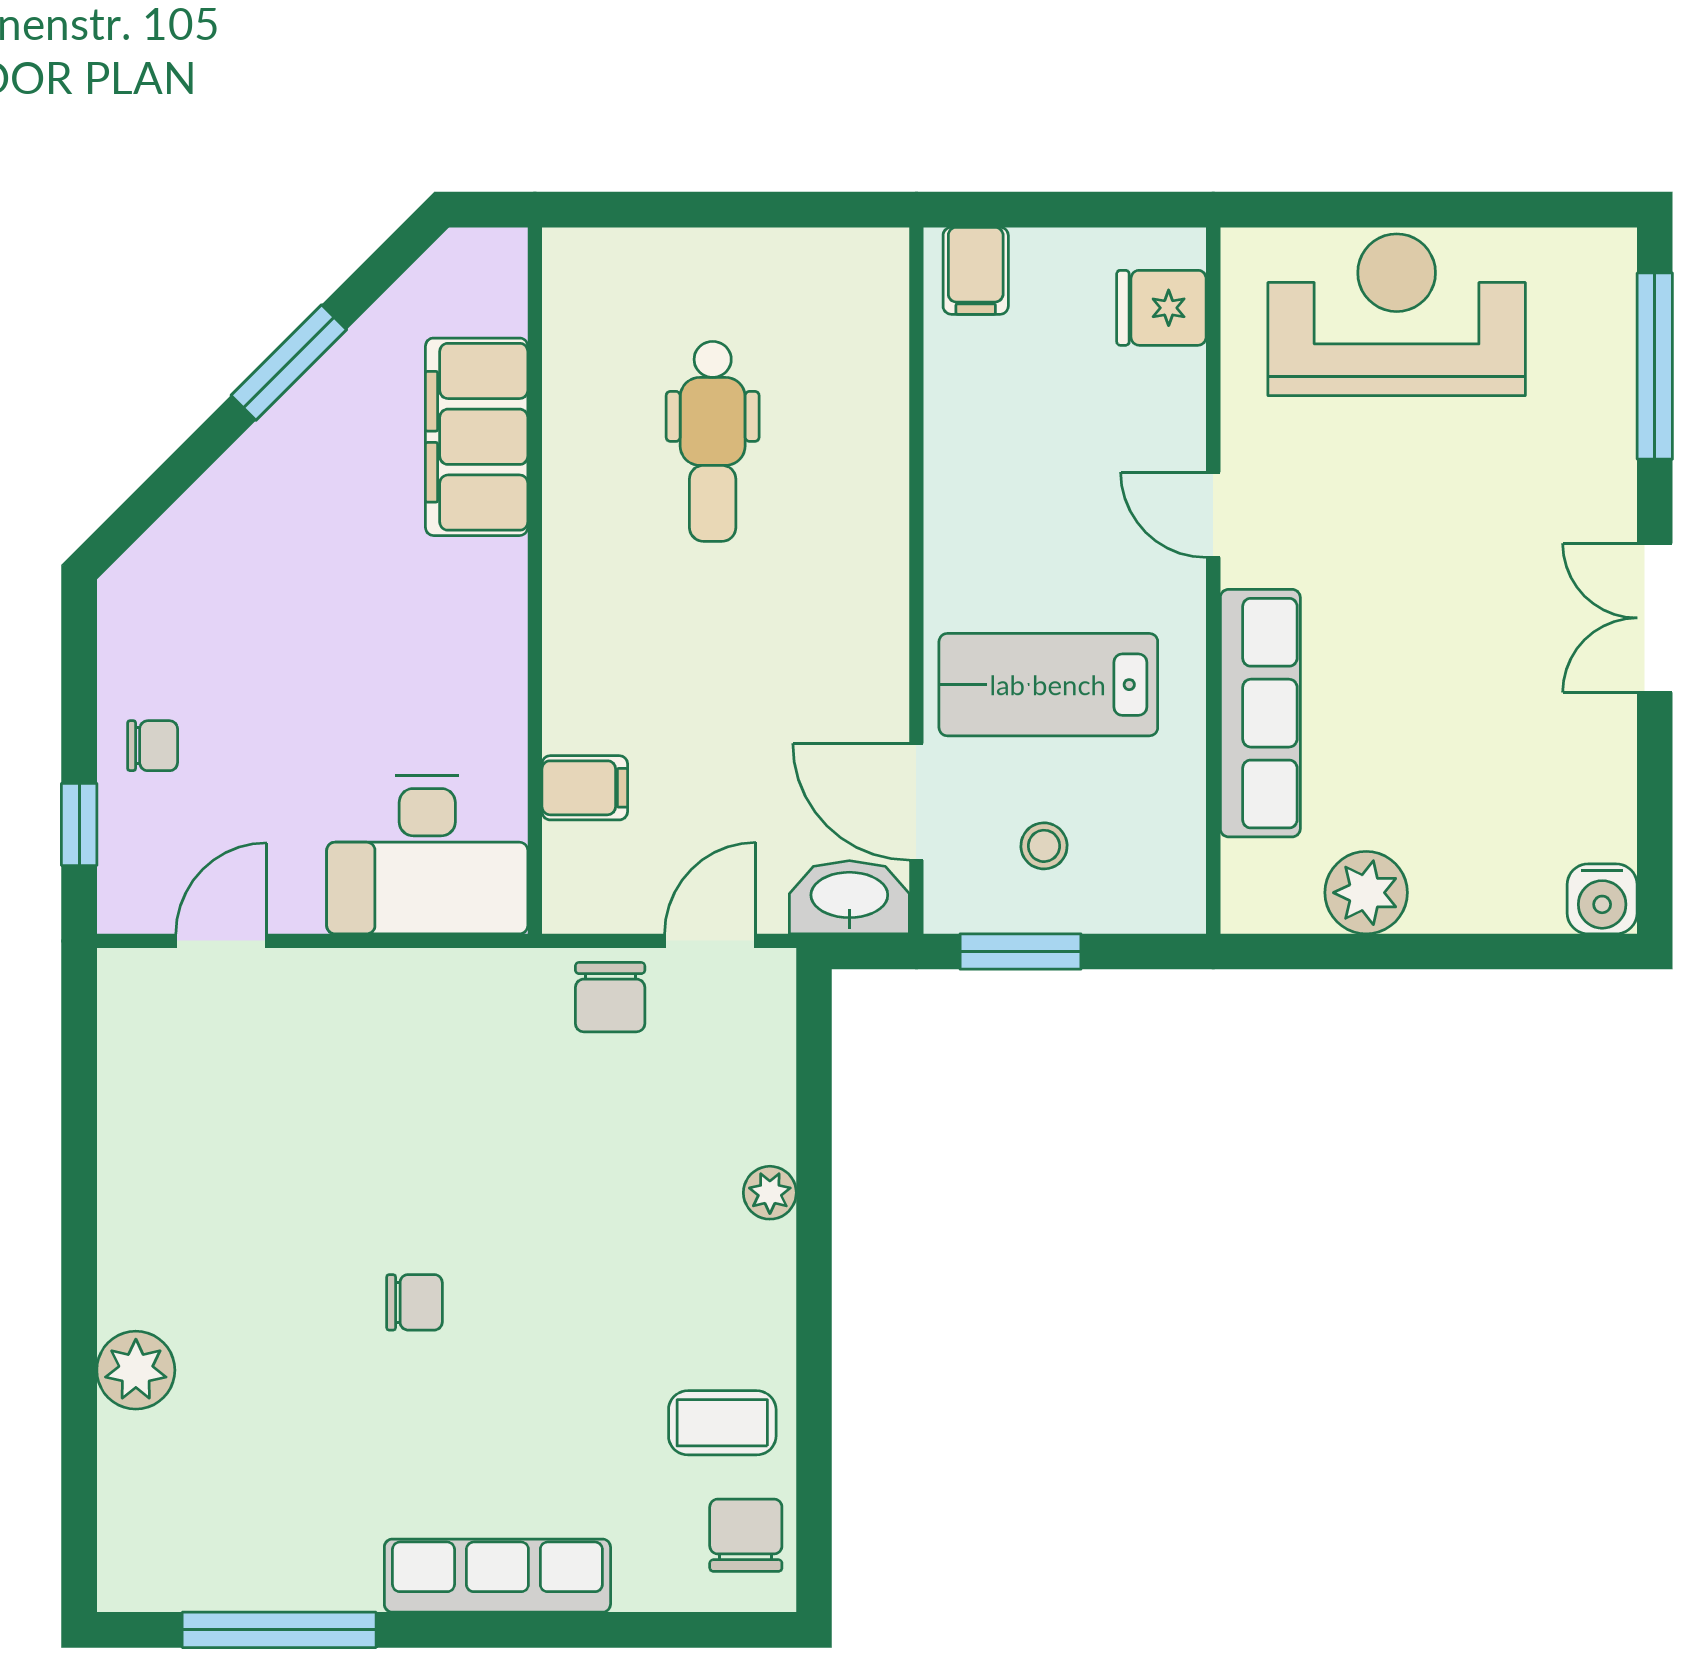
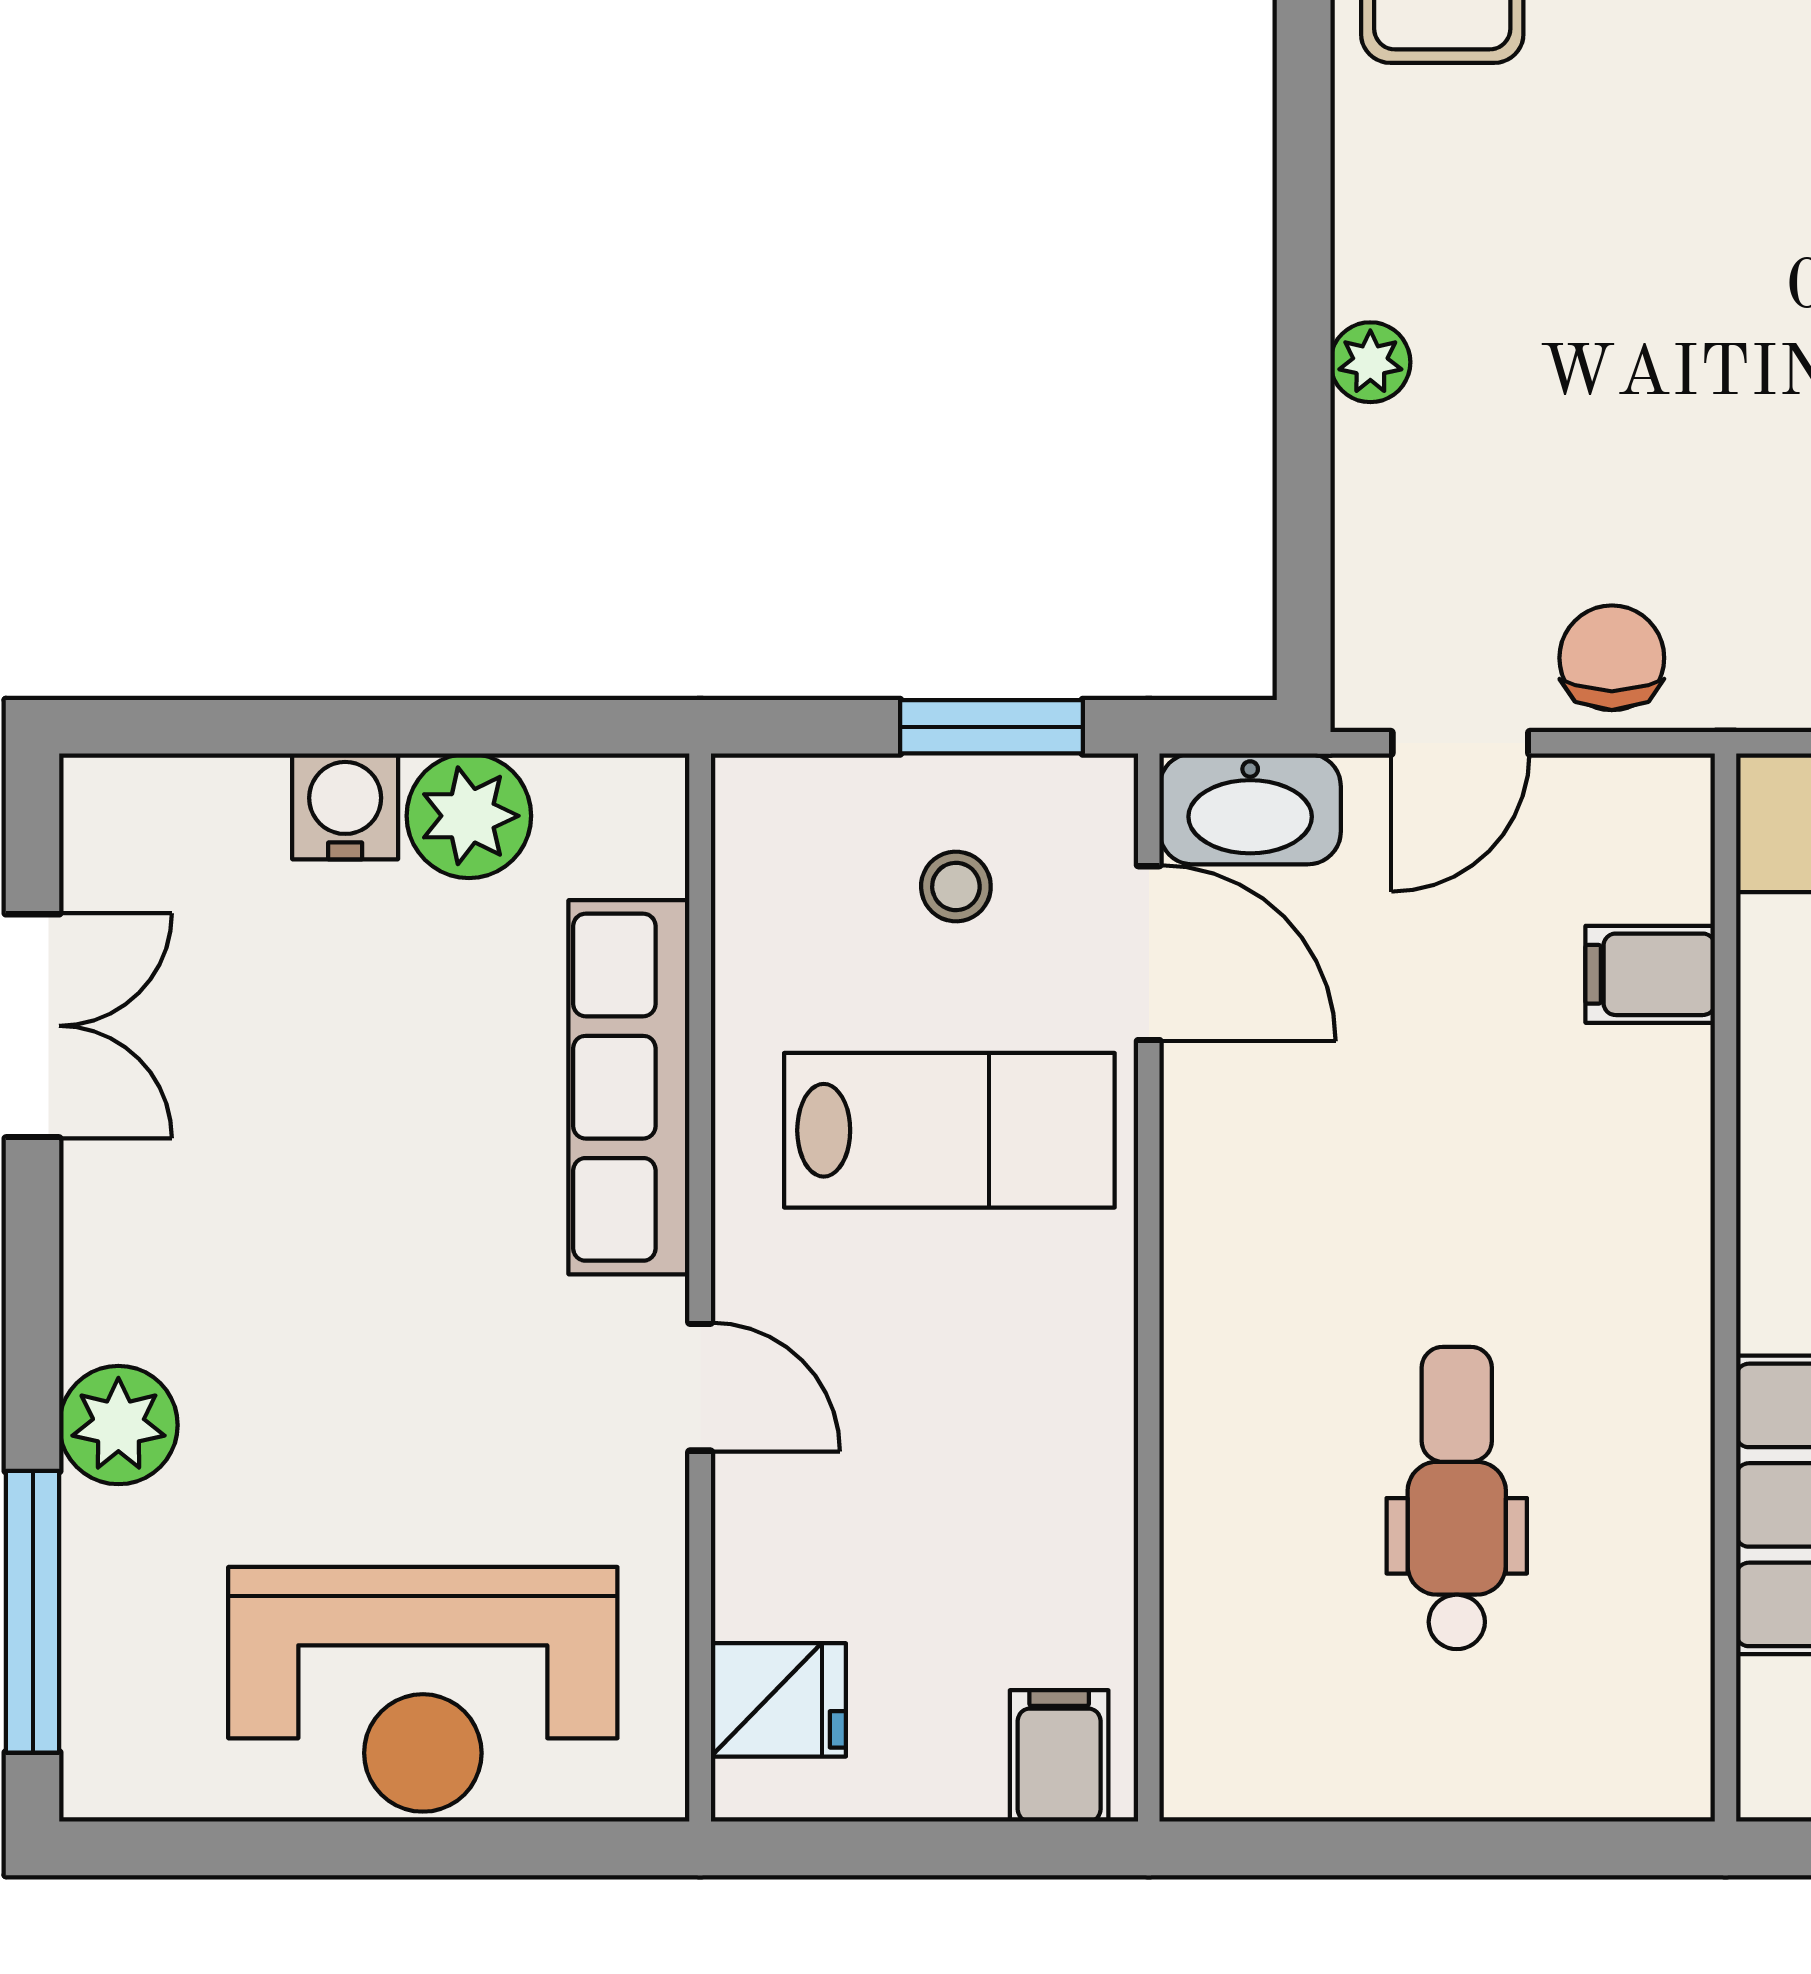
plant: (1598, 490) -> (118, 1425), added
double door: (1655, 618) -> (33, 1026), moved
water cooler: (1602, 899) -> (345, 806), moved

